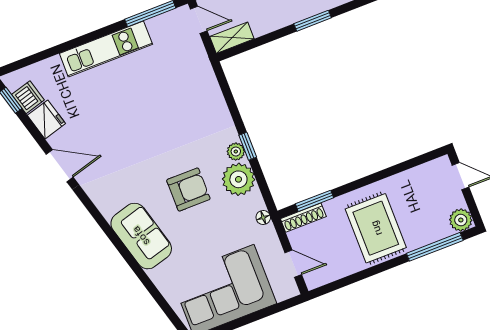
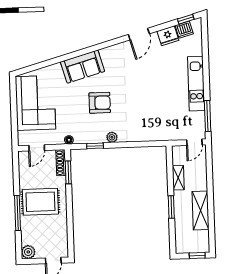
shelving: (232, 38) -> (178, 178), moved
window: (248, 146) -> (95, 146), moved
plant: (238, 179) -> (96, 133), removed
armchair: (188, 190) -> (100, 103), turned -90
window: (435, 247) -> (17, 213), moved

